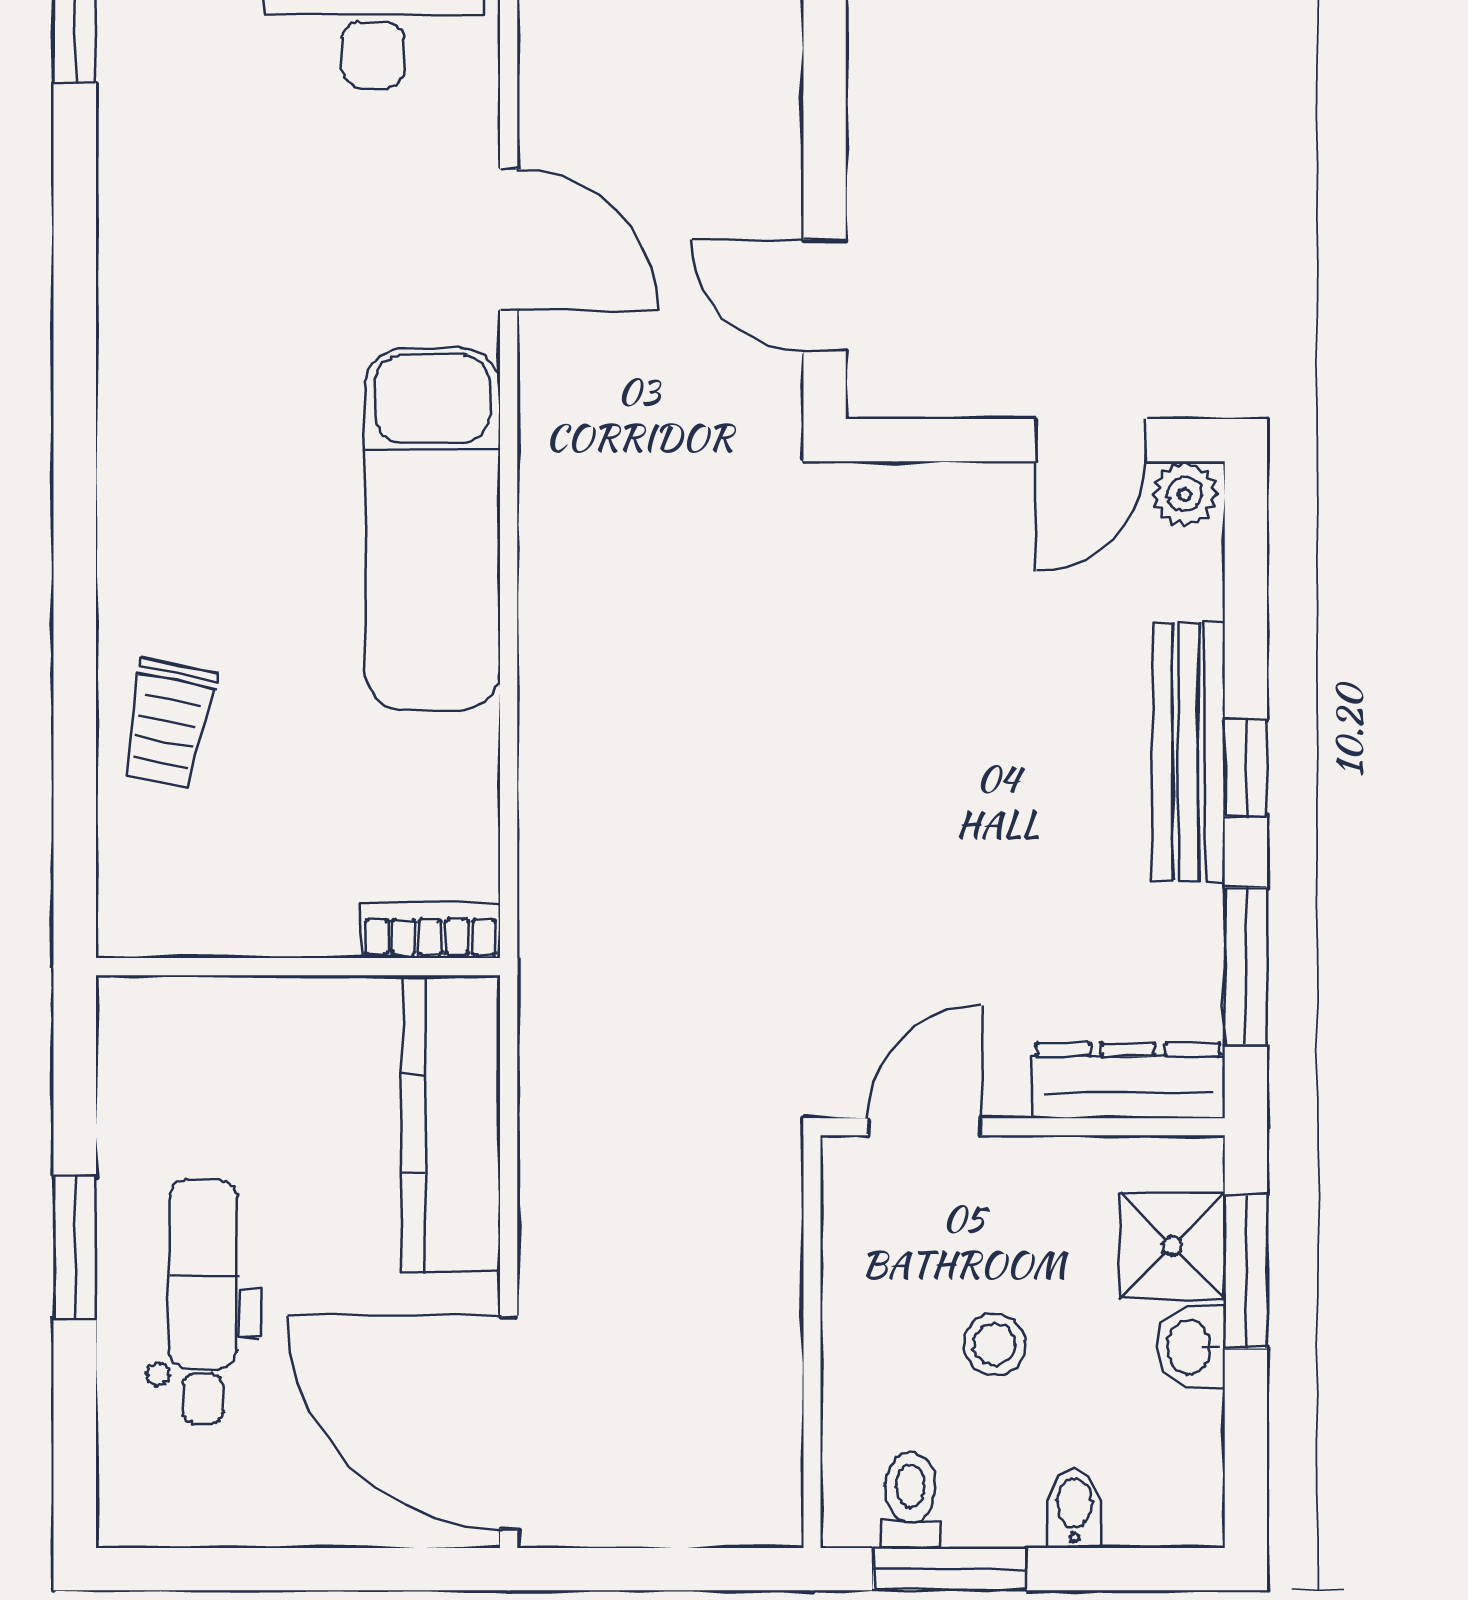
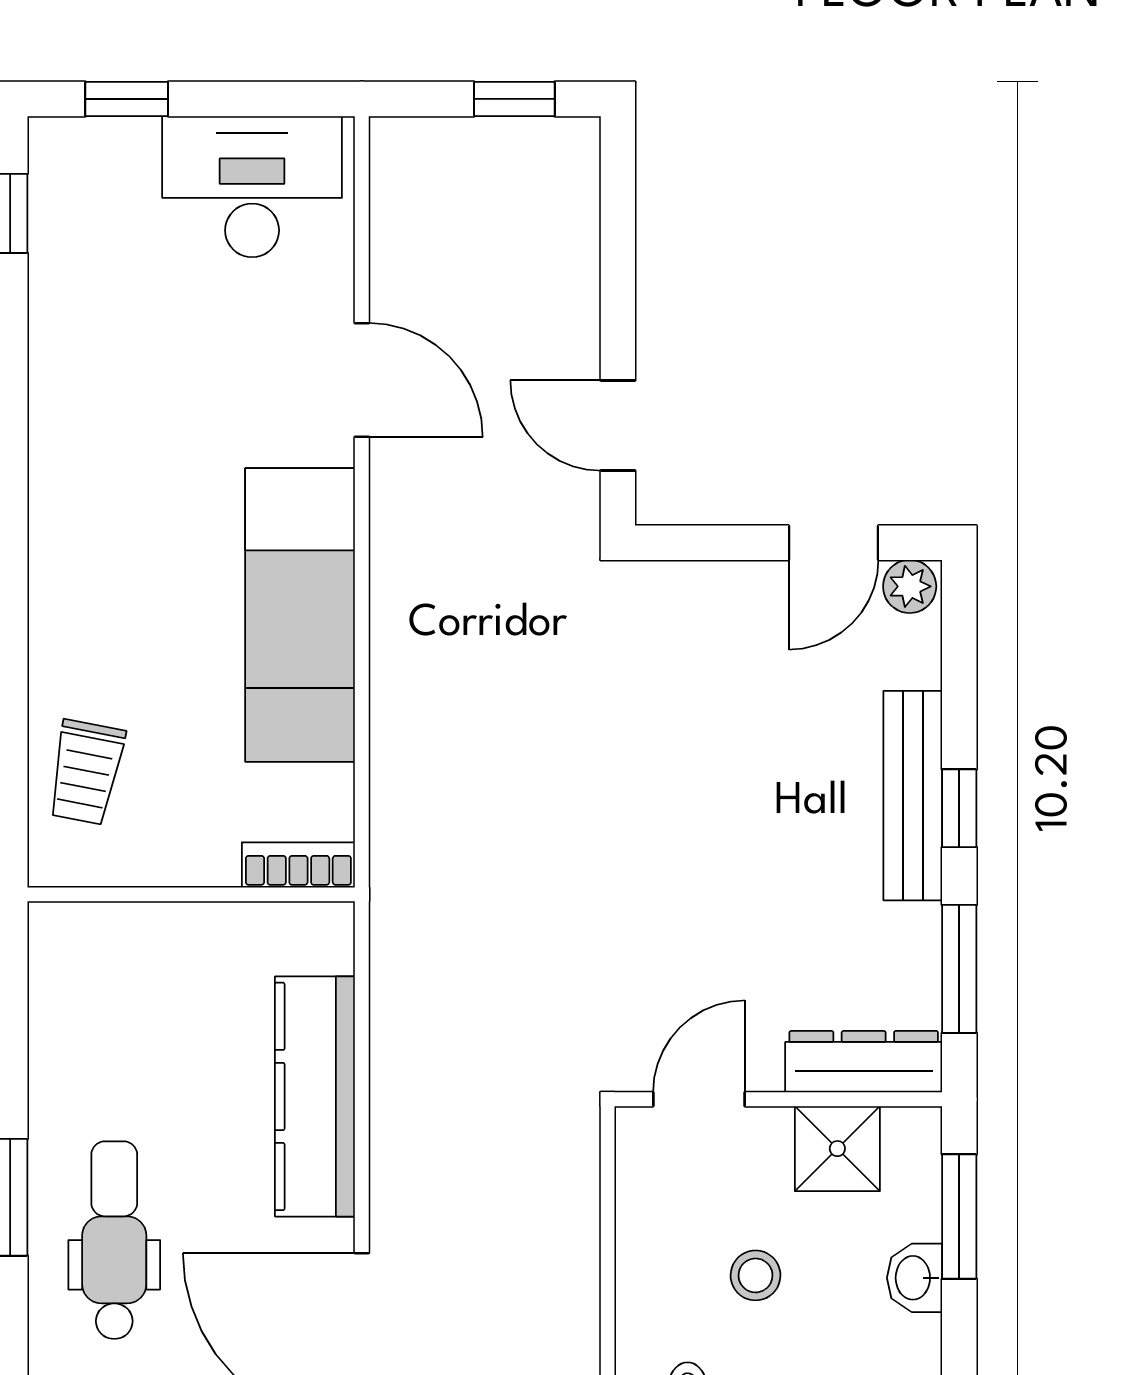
bookcase: (430, 930) -> (298, 865), moved
wall: (298, 967) -> (191, 894), moved
shower: (1172, 1246) -> (837, 1149), moved

